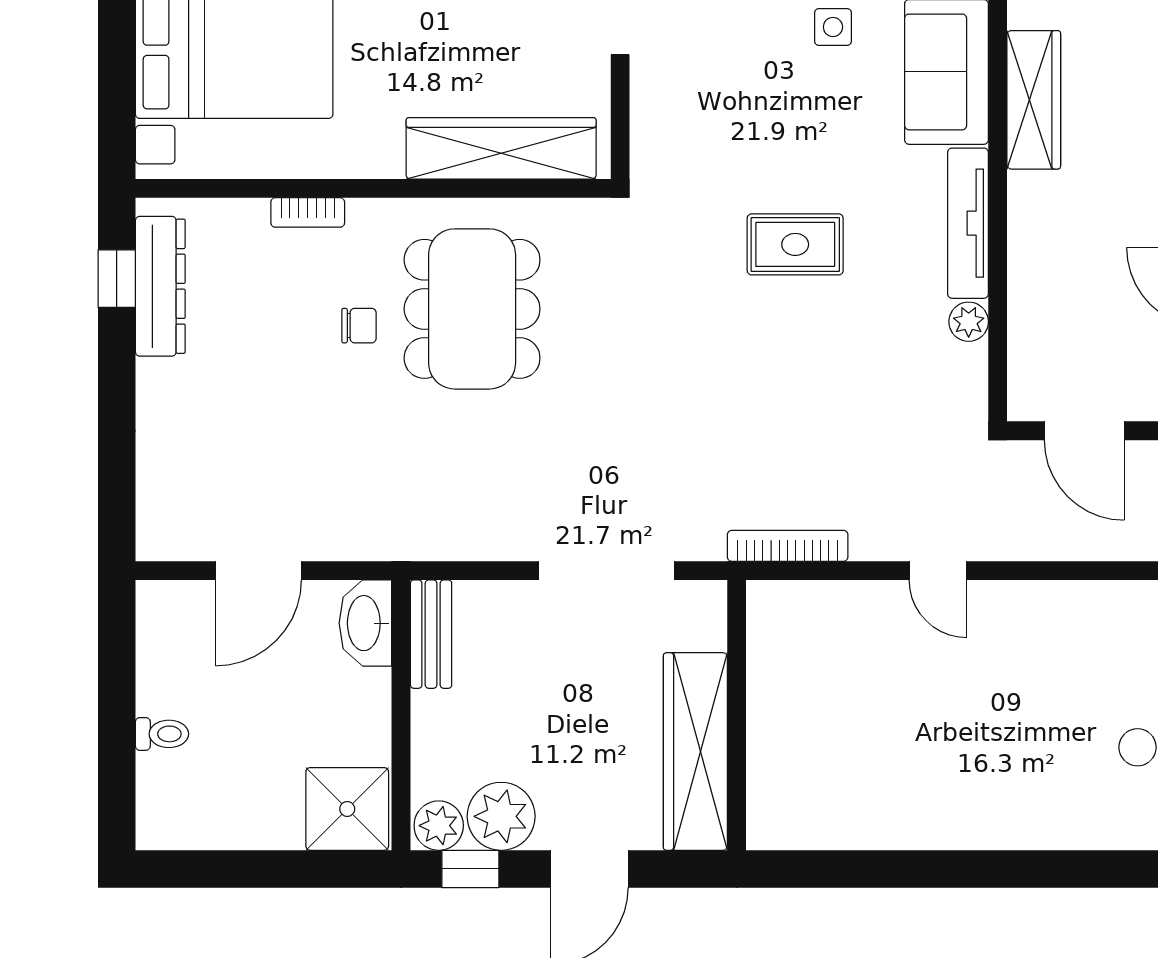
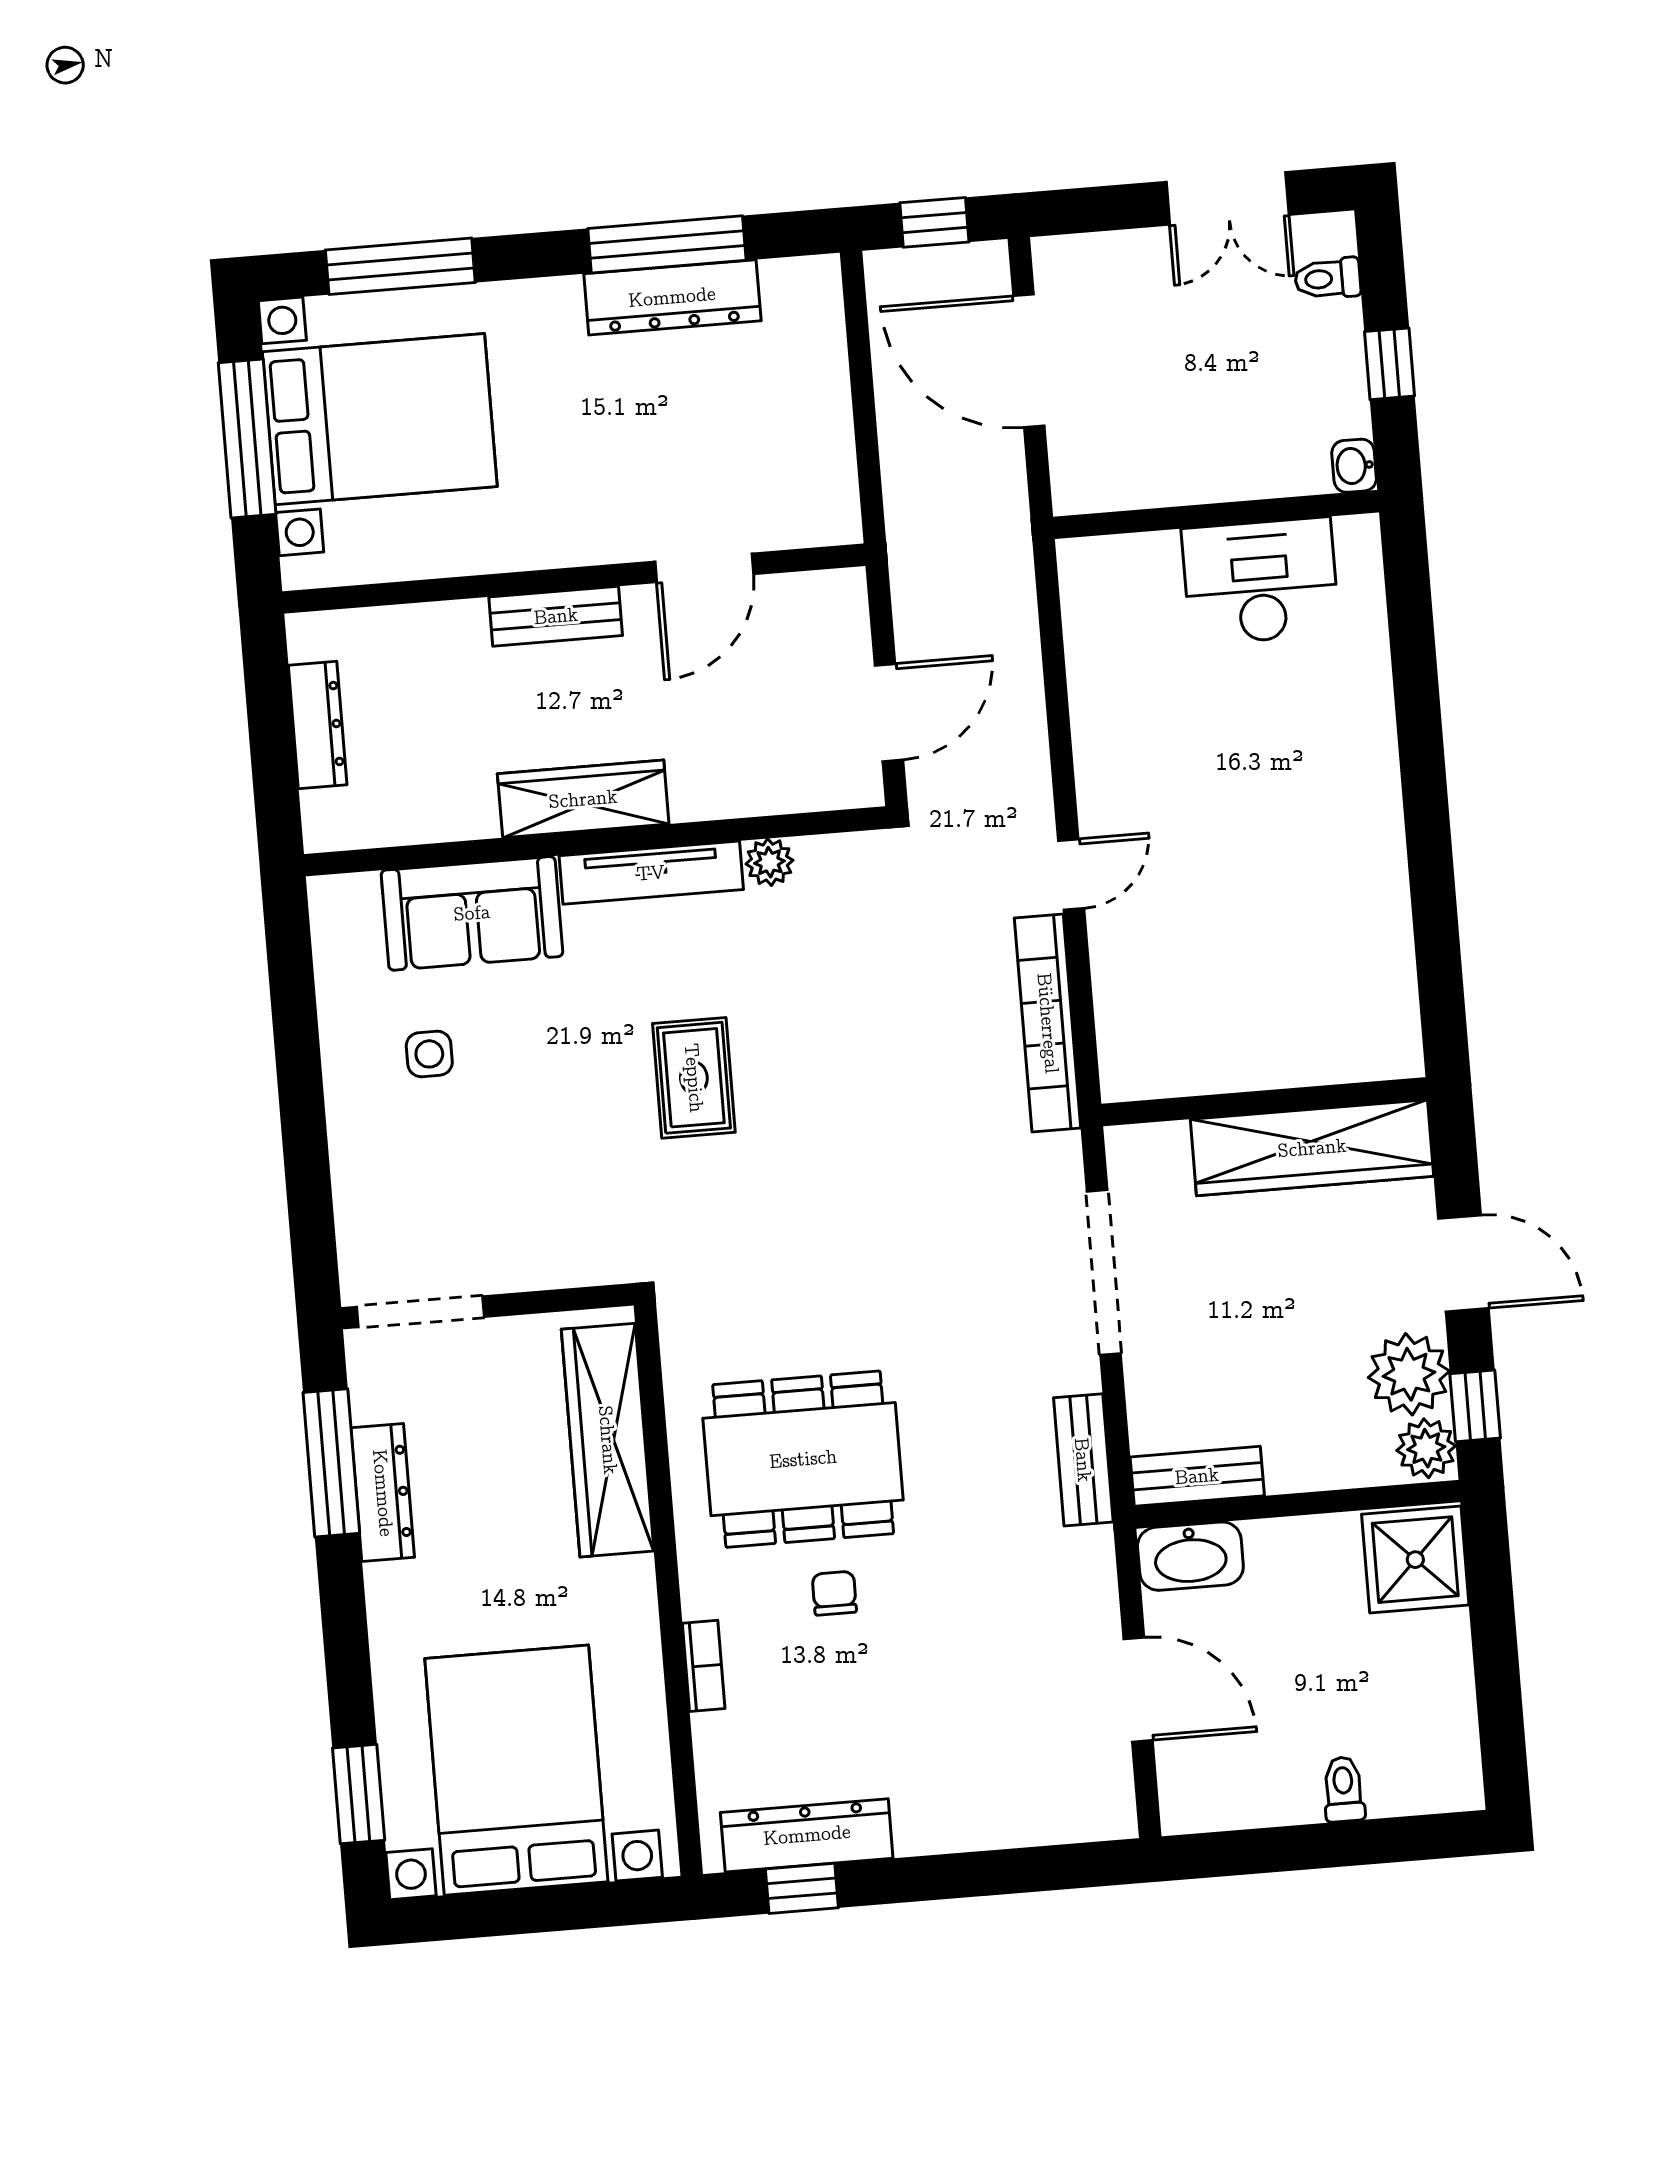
wardrobe: (1034, 100) -> (583, 799), moved
bench: (452, 541) -> (1083, 1460), added
bookcase: (788, 546) -> (1048, 1023), width x1.48, depth x1.31

